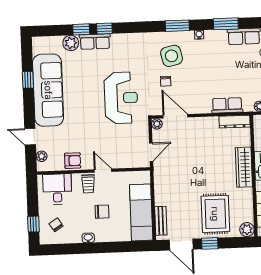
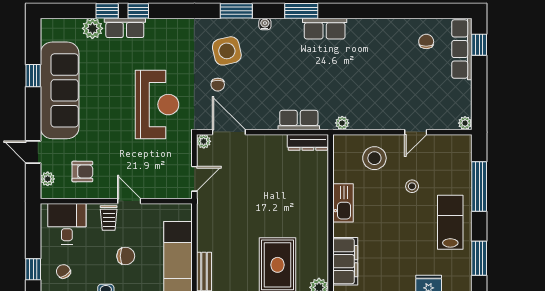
armchair: (73, 161) -> (82, 172), moved
wardrobe: (244, 167) -> (318, 204), removed

